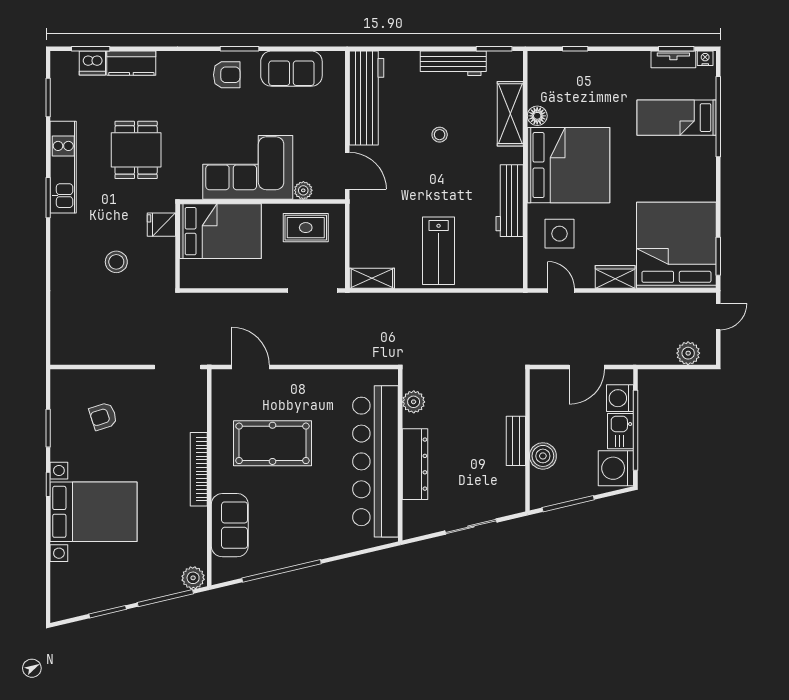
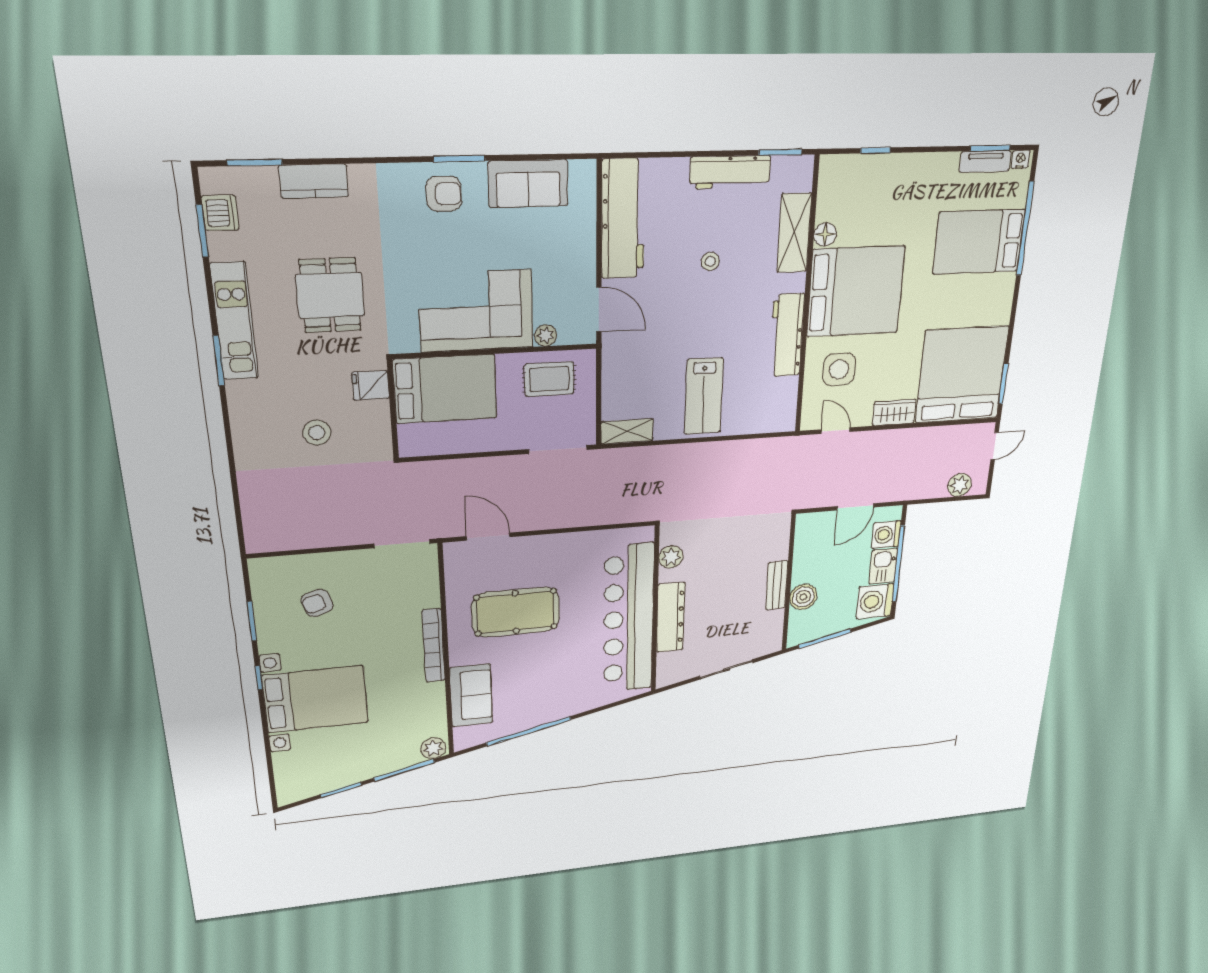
dishwasher: (92, 63) -> (220, 213), moved, turned -90
bed: (677, 118) -> (979, 242), width x1.50

